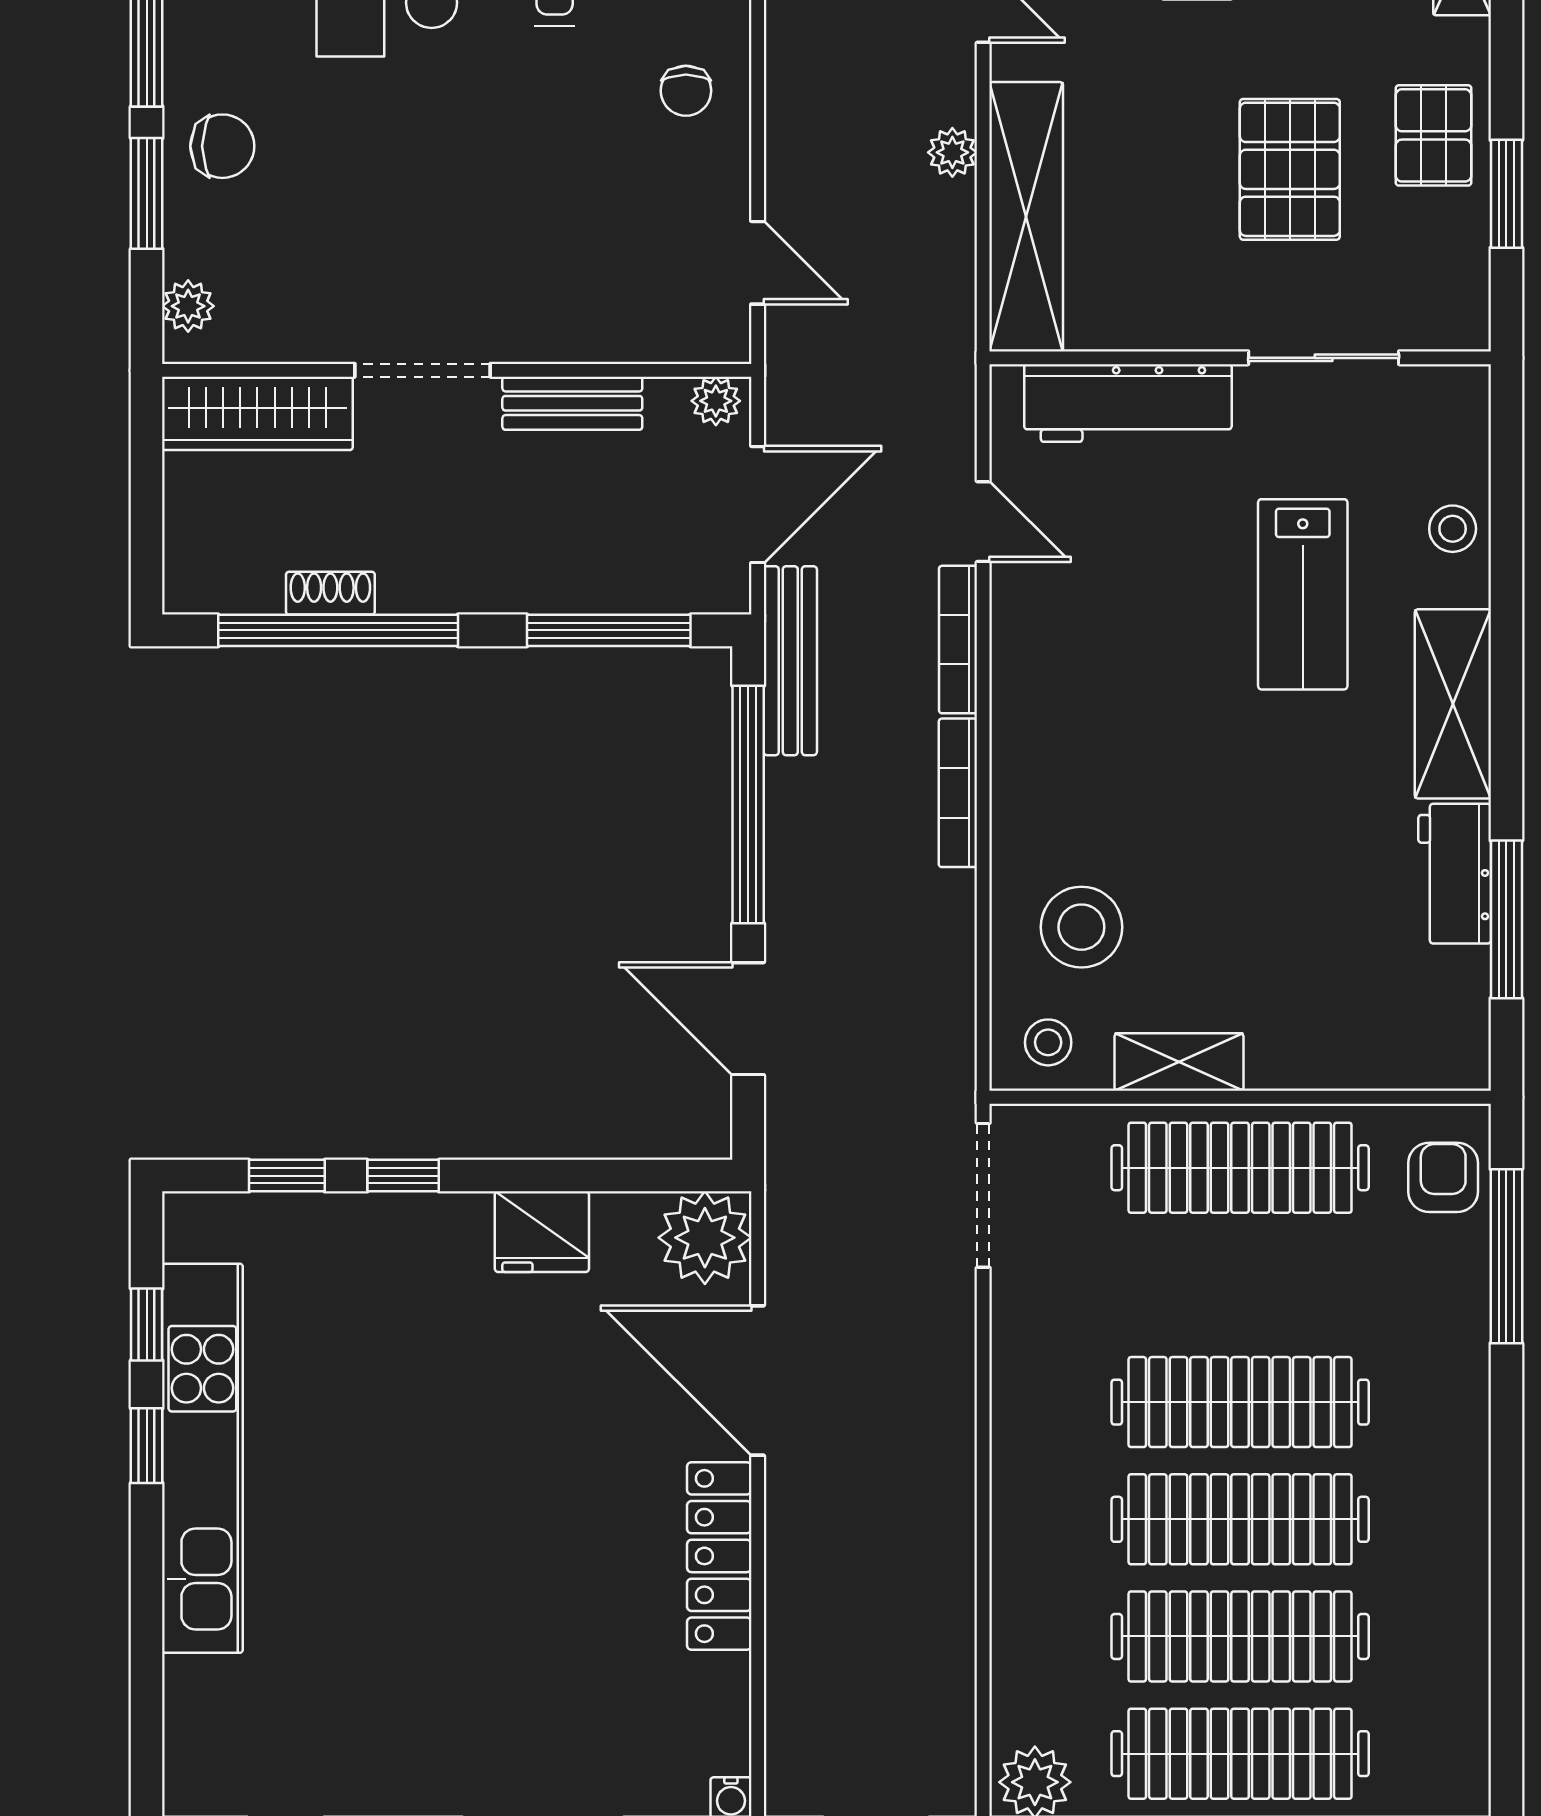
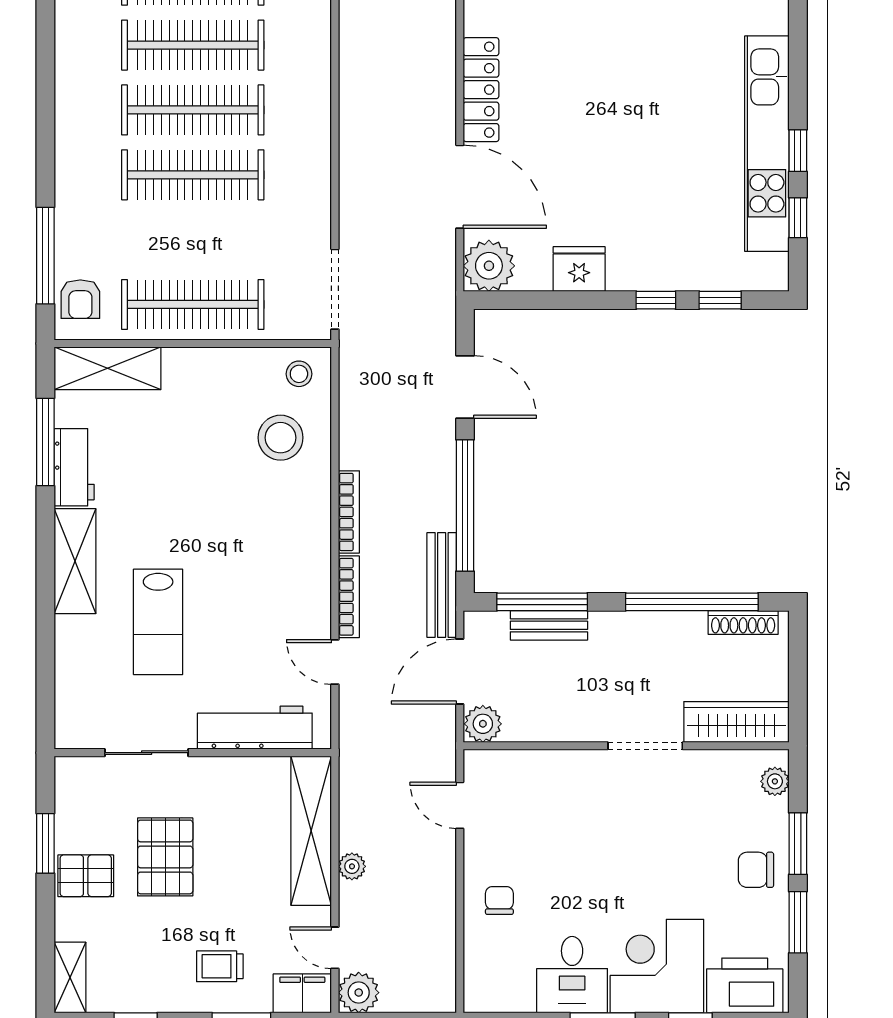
pallet: (1433, 135) -> (86, 876), turned 90
plant: (716, 401) -> (483, 724), width x1.38, depth x1.38
bench: (572, 403) -> (549, 625), moved
stool: (1453, 529) -> (75, 658), removed
shoe rack: (330, 593) -> (743, 622), moved, width x1.43
lab bench: (1303, 594) -> (158, 622), turned 180
shelving: (1179, 1062) -> (107, 368), moved, width x1.50, depth x1.33

